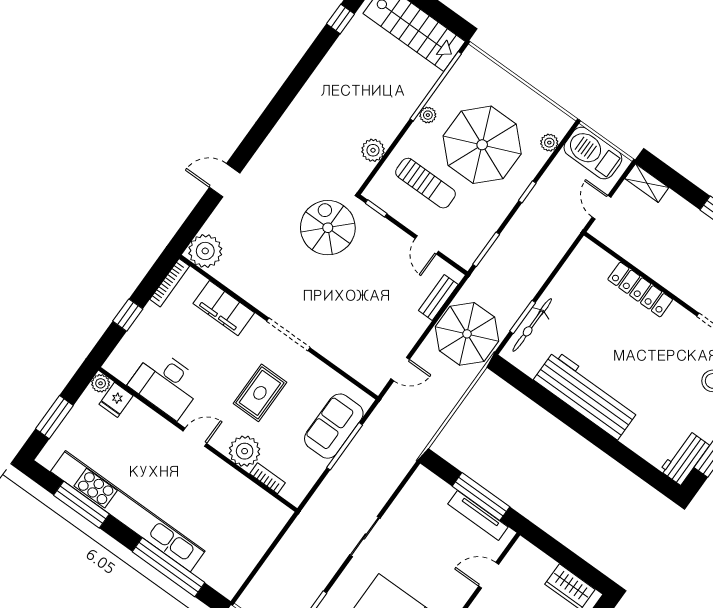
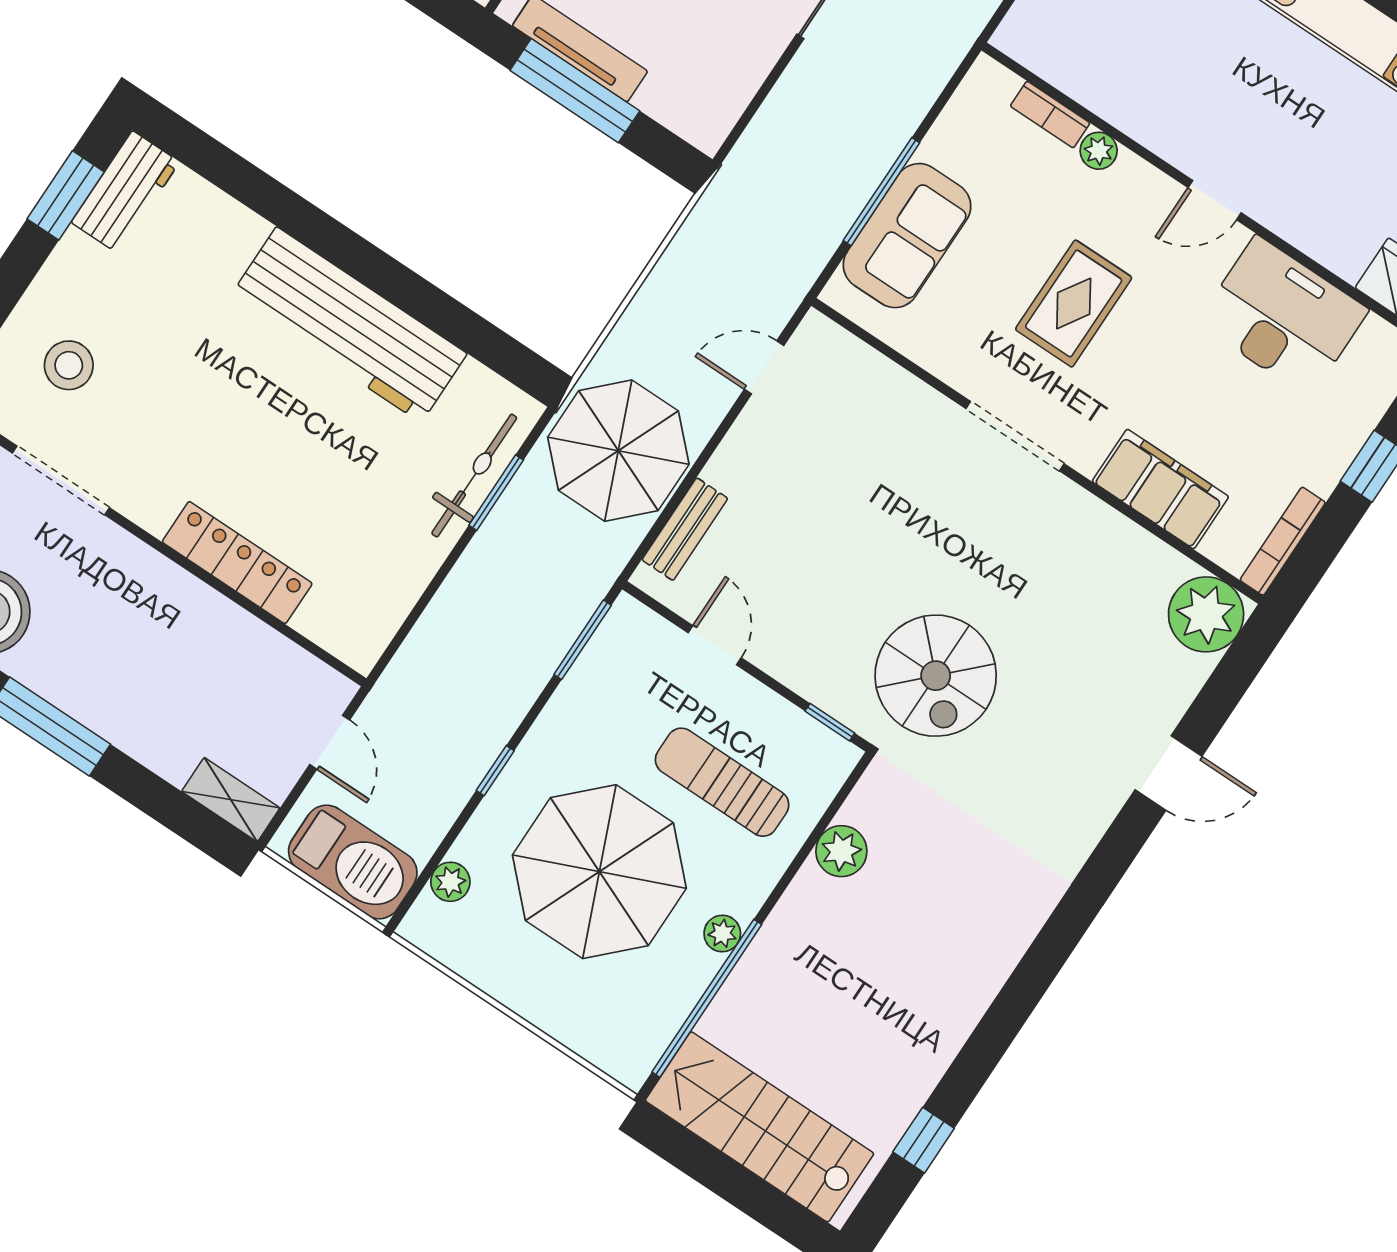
plant: (245, 451) -> (1099, 151), width x0.53, depth x0.53

